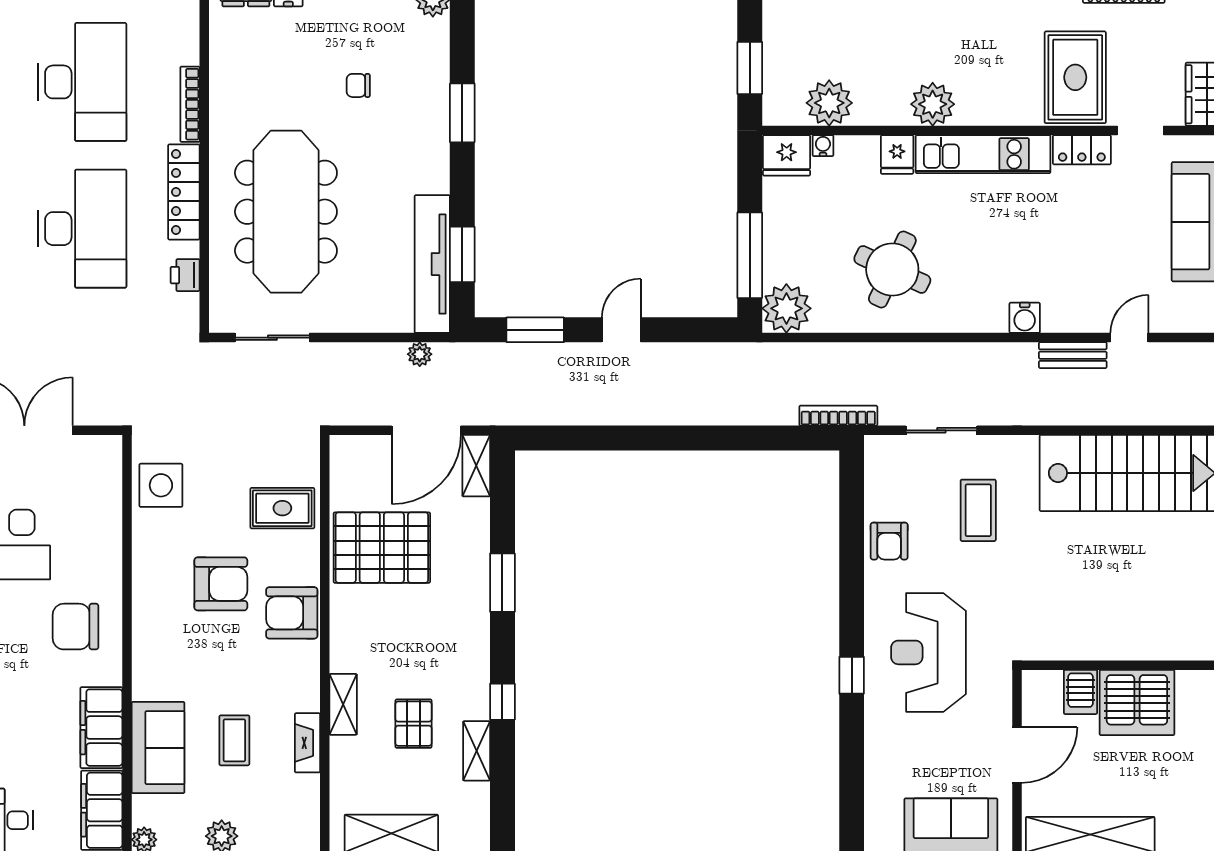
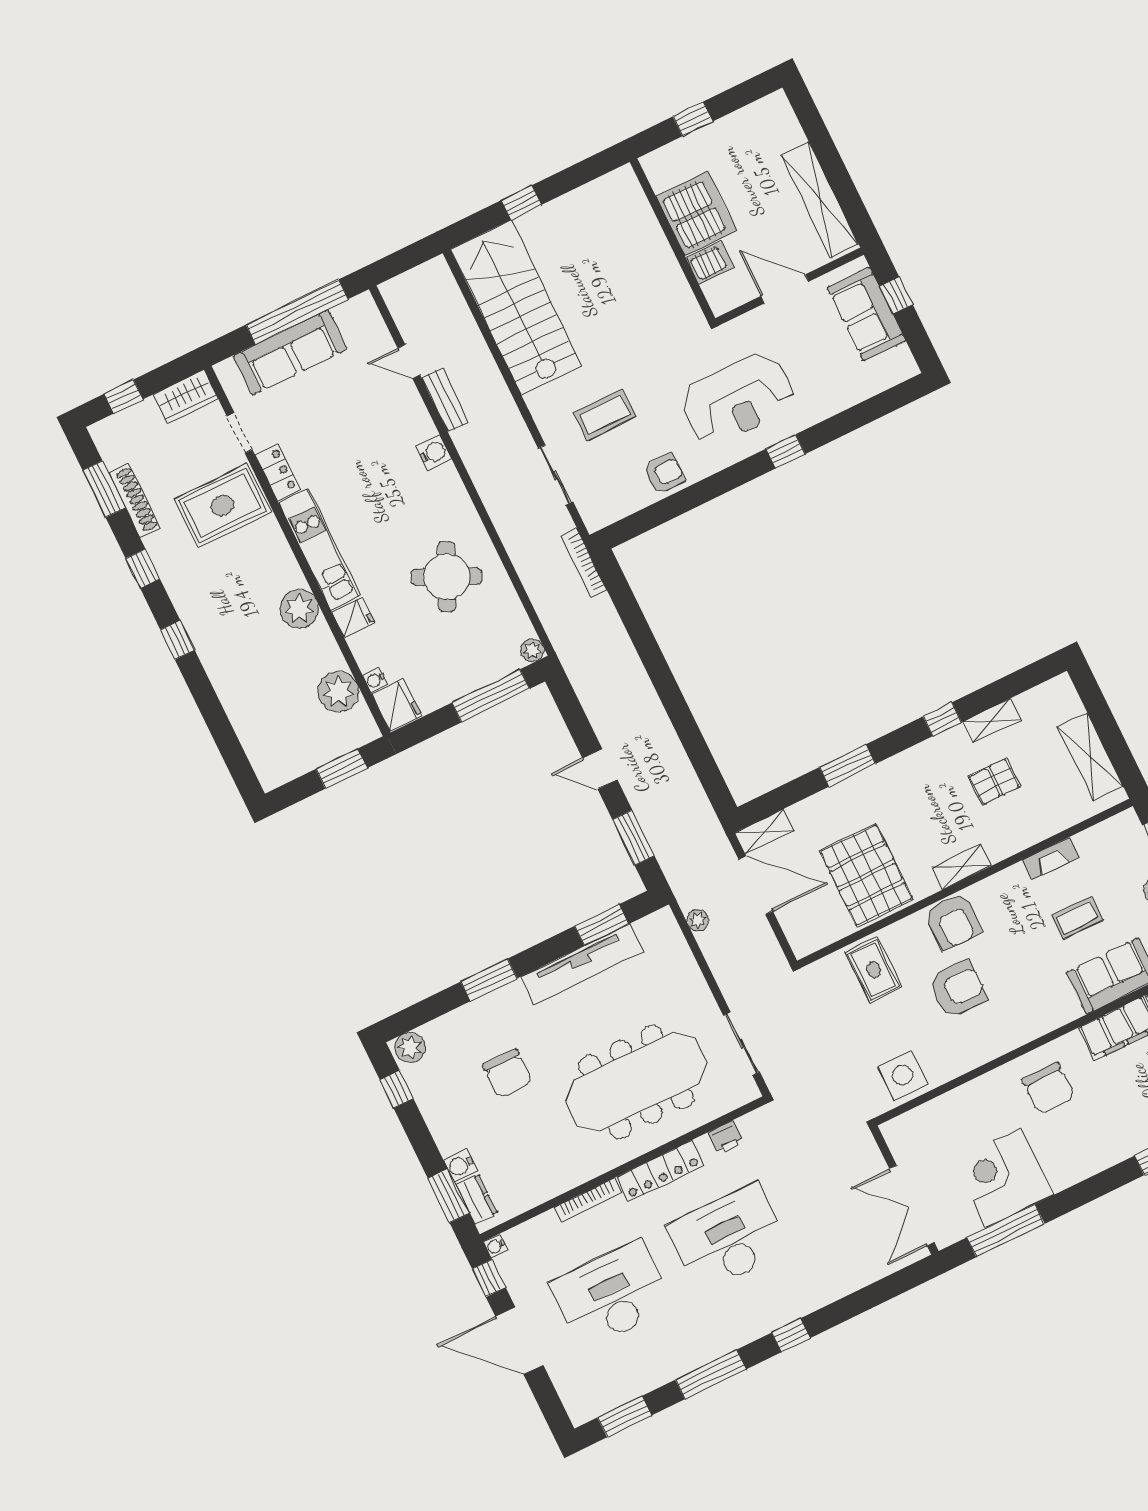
chair: (358, 85) -> (507, 1073), width x1.87, depth x1.87
tv unit: (432, 264) -> (582, 964), moved
plant: (786, 308) -> (532, 650), width x0.53, depth x0.53
armchair: (221, 584) -> (958, 989), turned 90
shelving: (343, 704) -> (962, 867), moved

